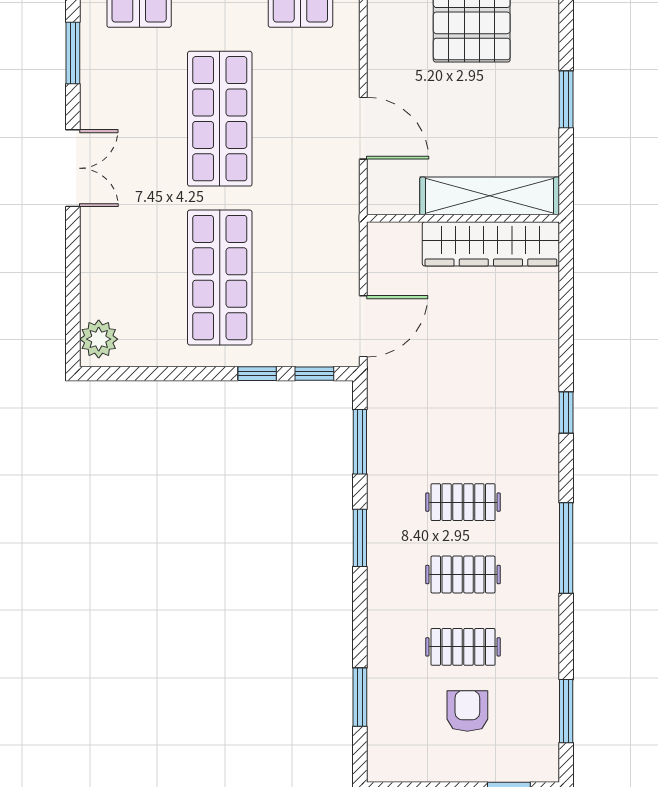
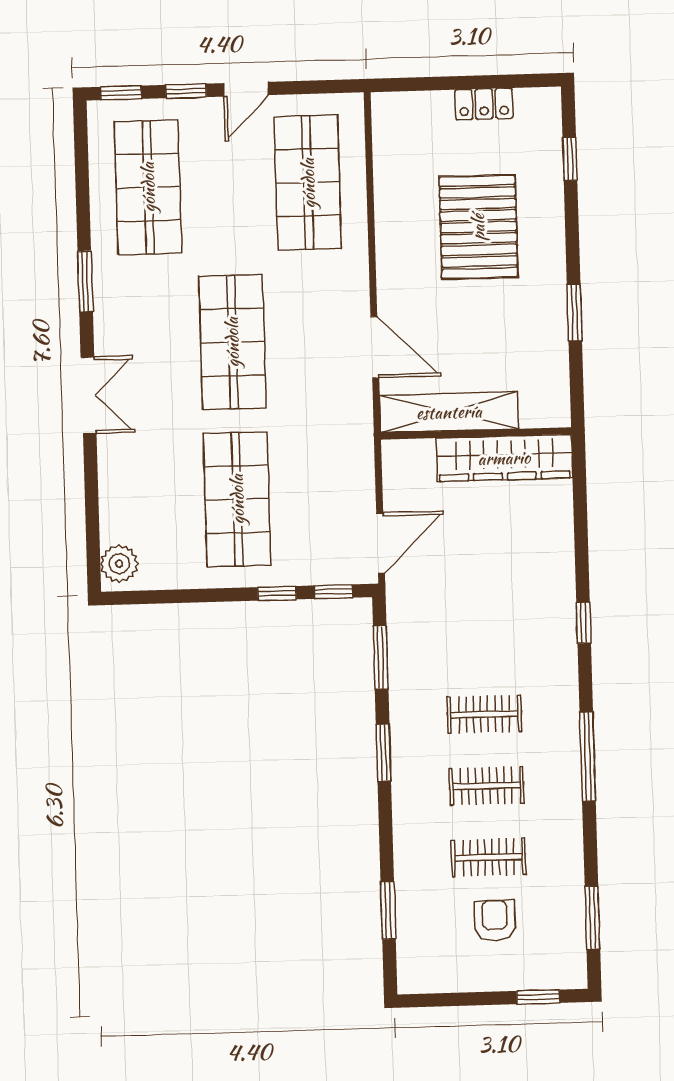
shelving: (490, 196) -> (449, 412), moved

